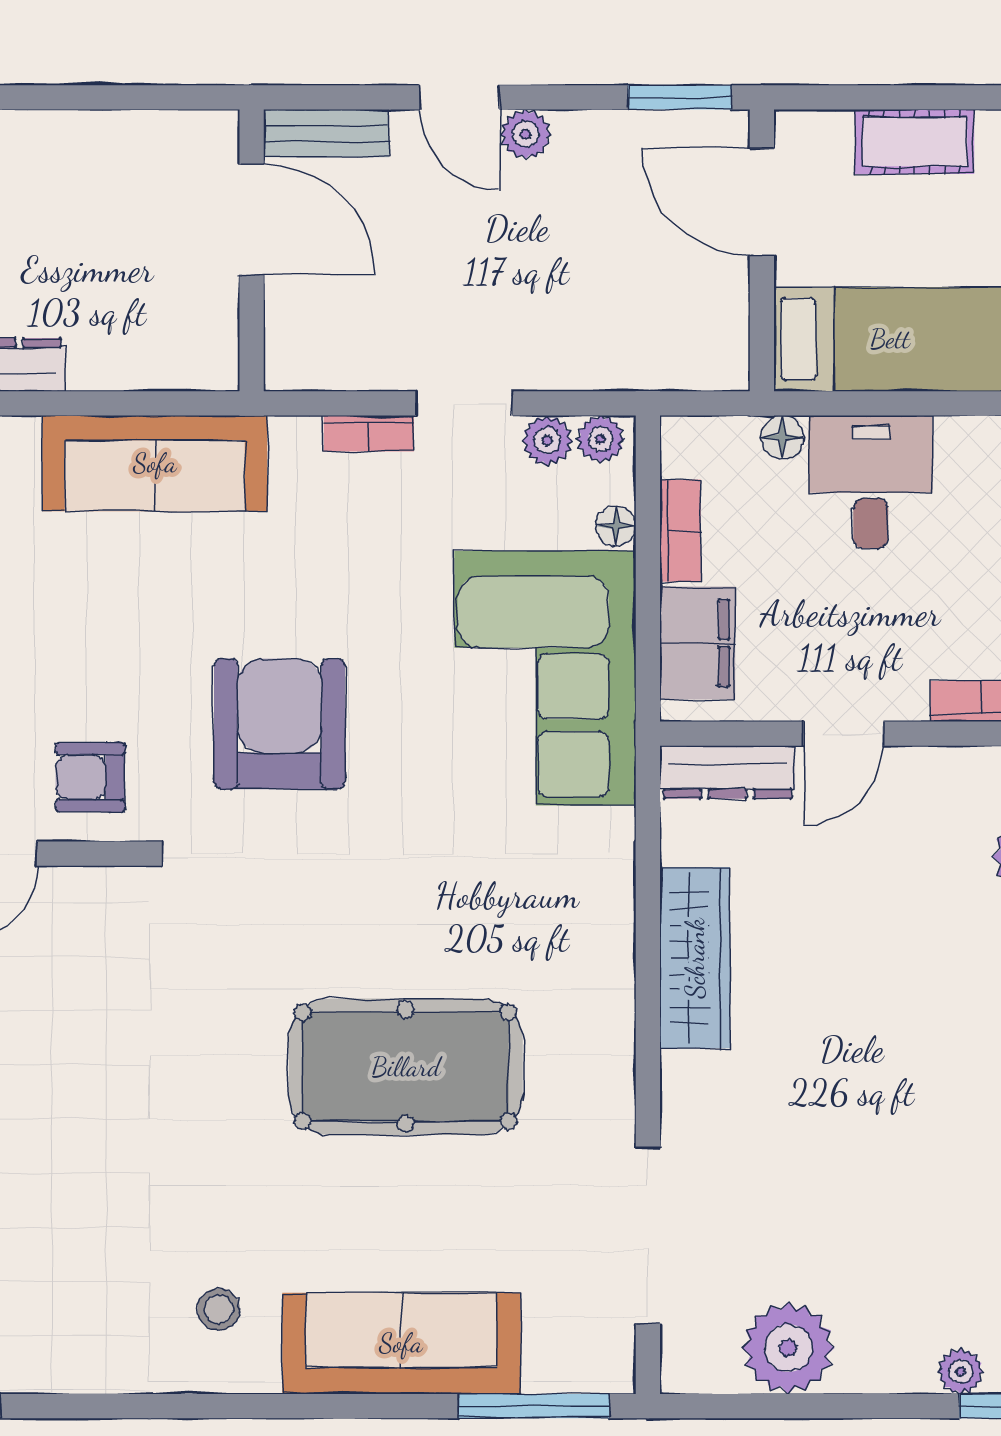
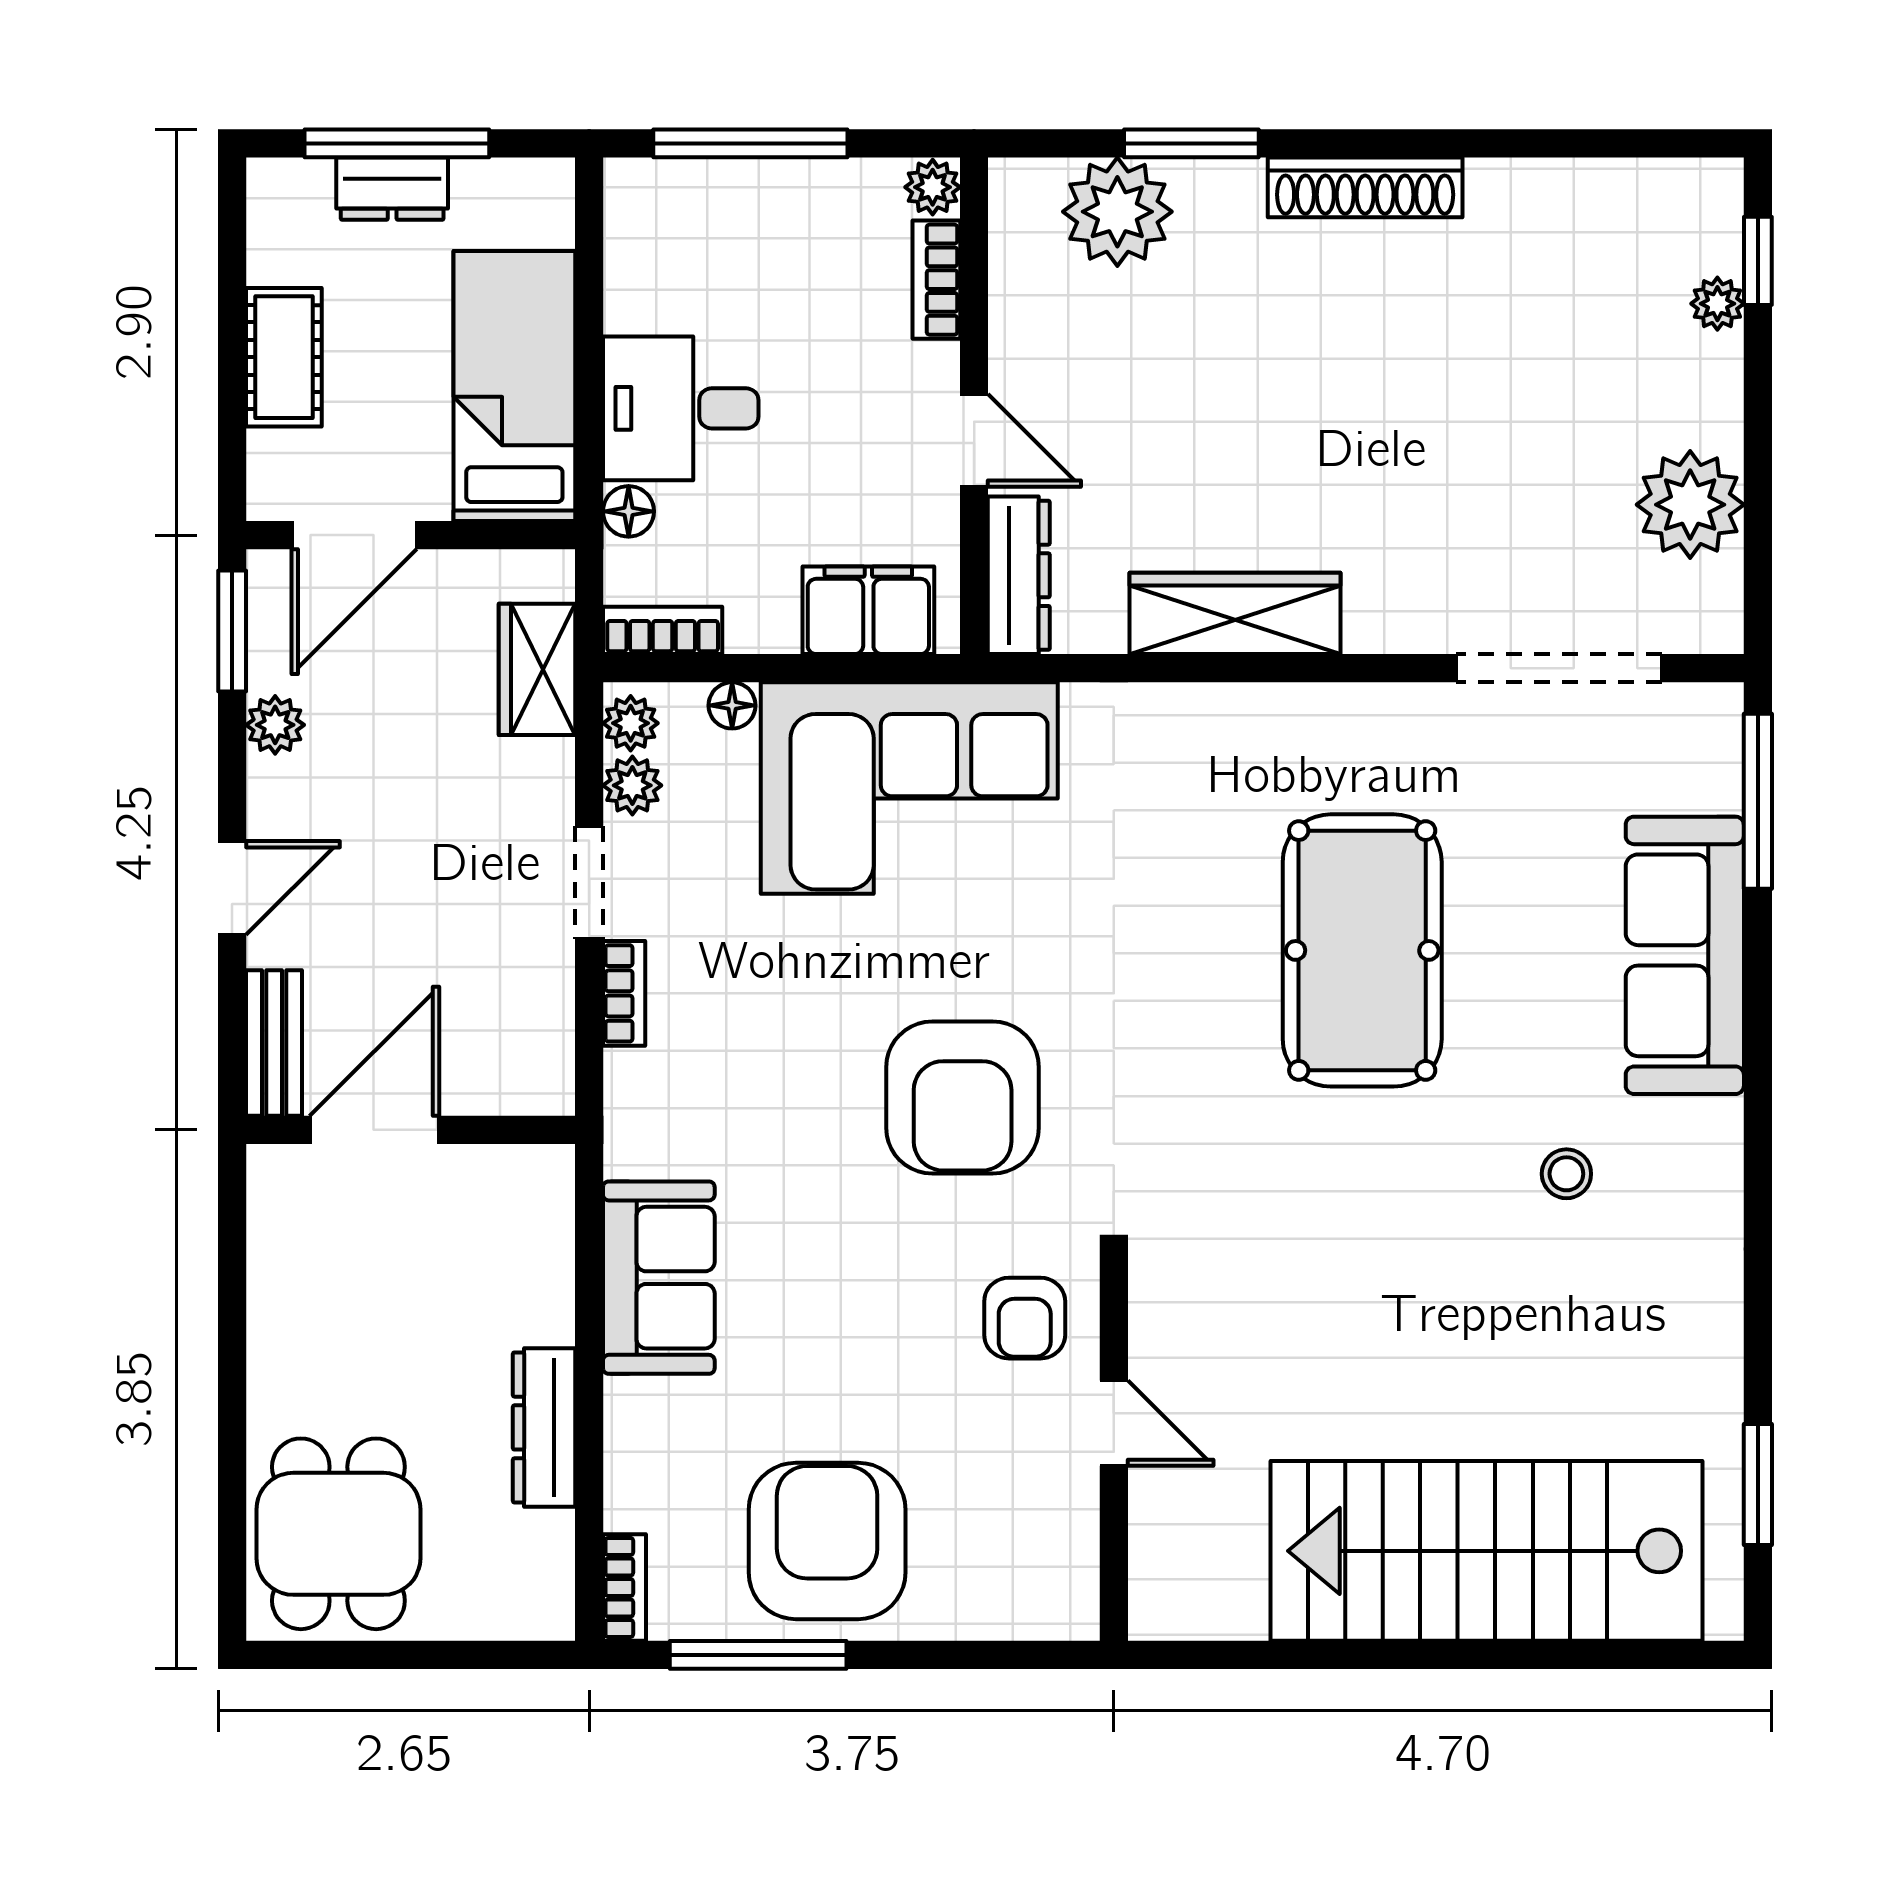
plant: (526, 134) -> (275, 725), moved
wardrobe: (647, 359) -> (537, 669), added
sofa: (155, 463) -> (659, 1278), width x0.73
bookcase: (680, 531) -> (663, 630), moved
armchair: (279, 724) -> (963, 1098), turned -90
stool: (219, 1309) -> (1566, 1174), moved

